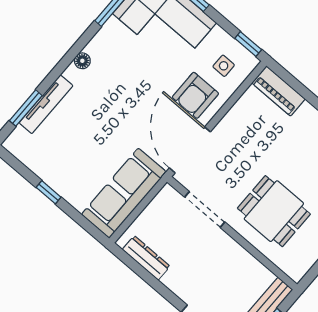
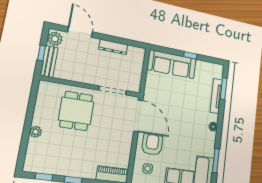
sofa: (124, 193) -> (172, 64), moved, turned 90
dining table: (274, 211) -> (76, 111), turned 90
dresser: (146, 258) -> (113, 47), moved

